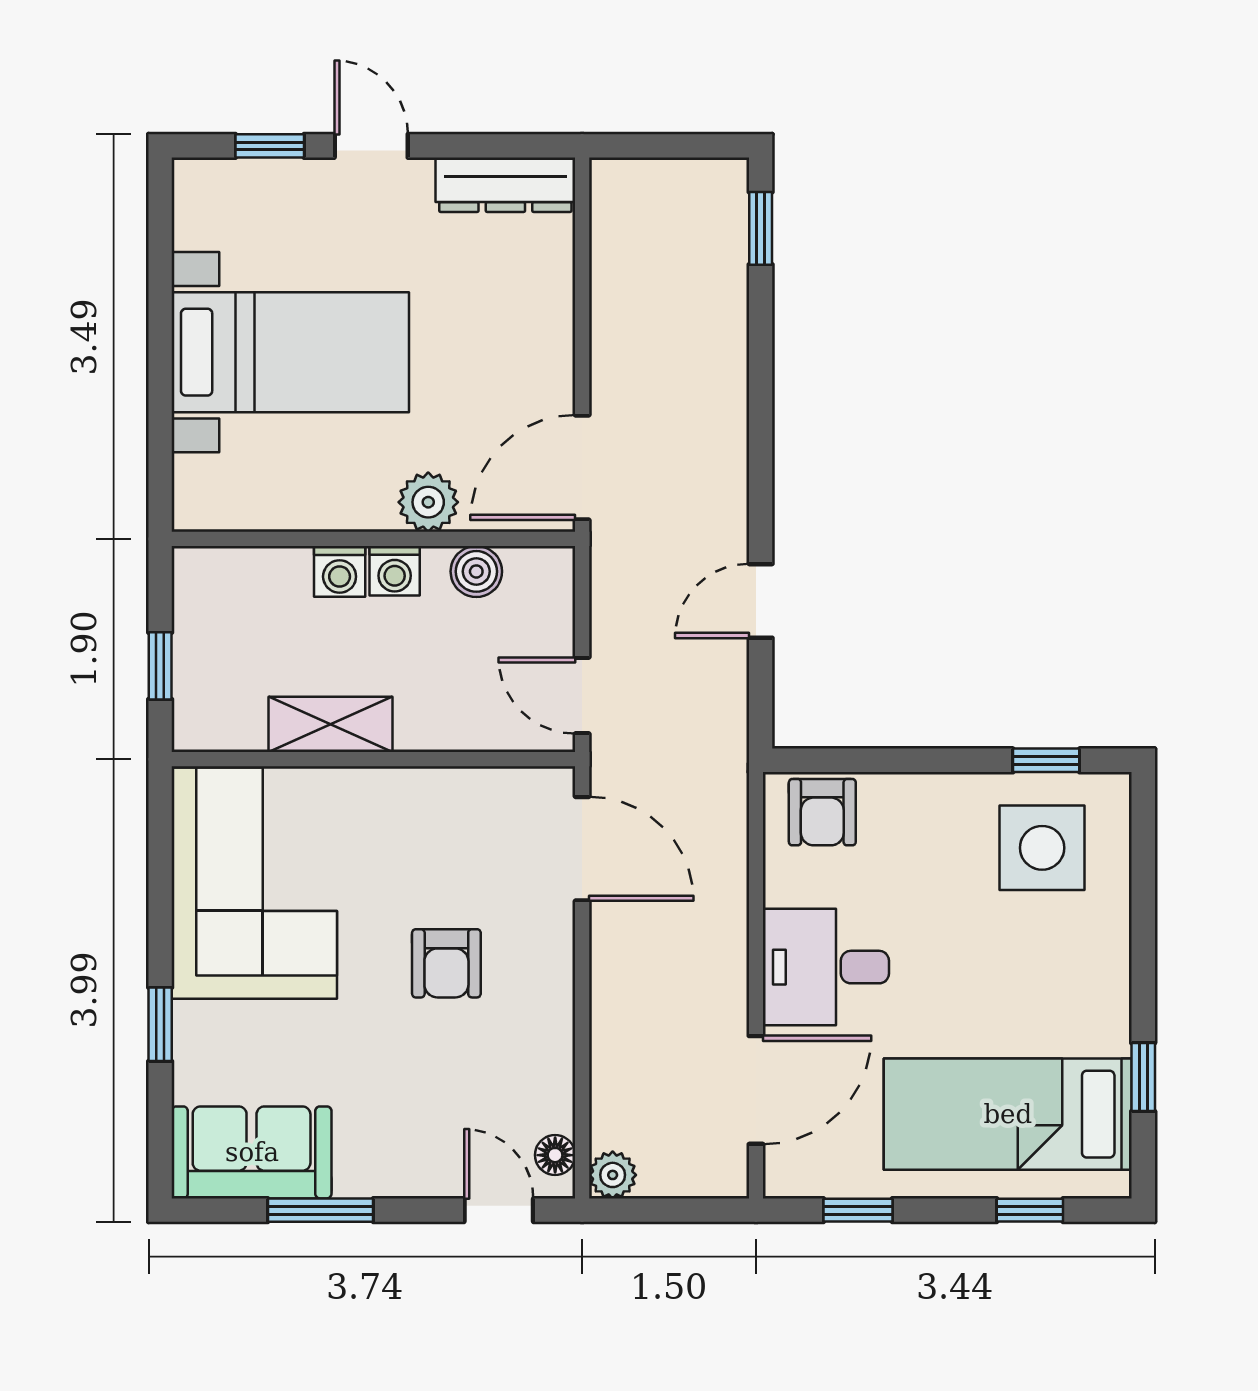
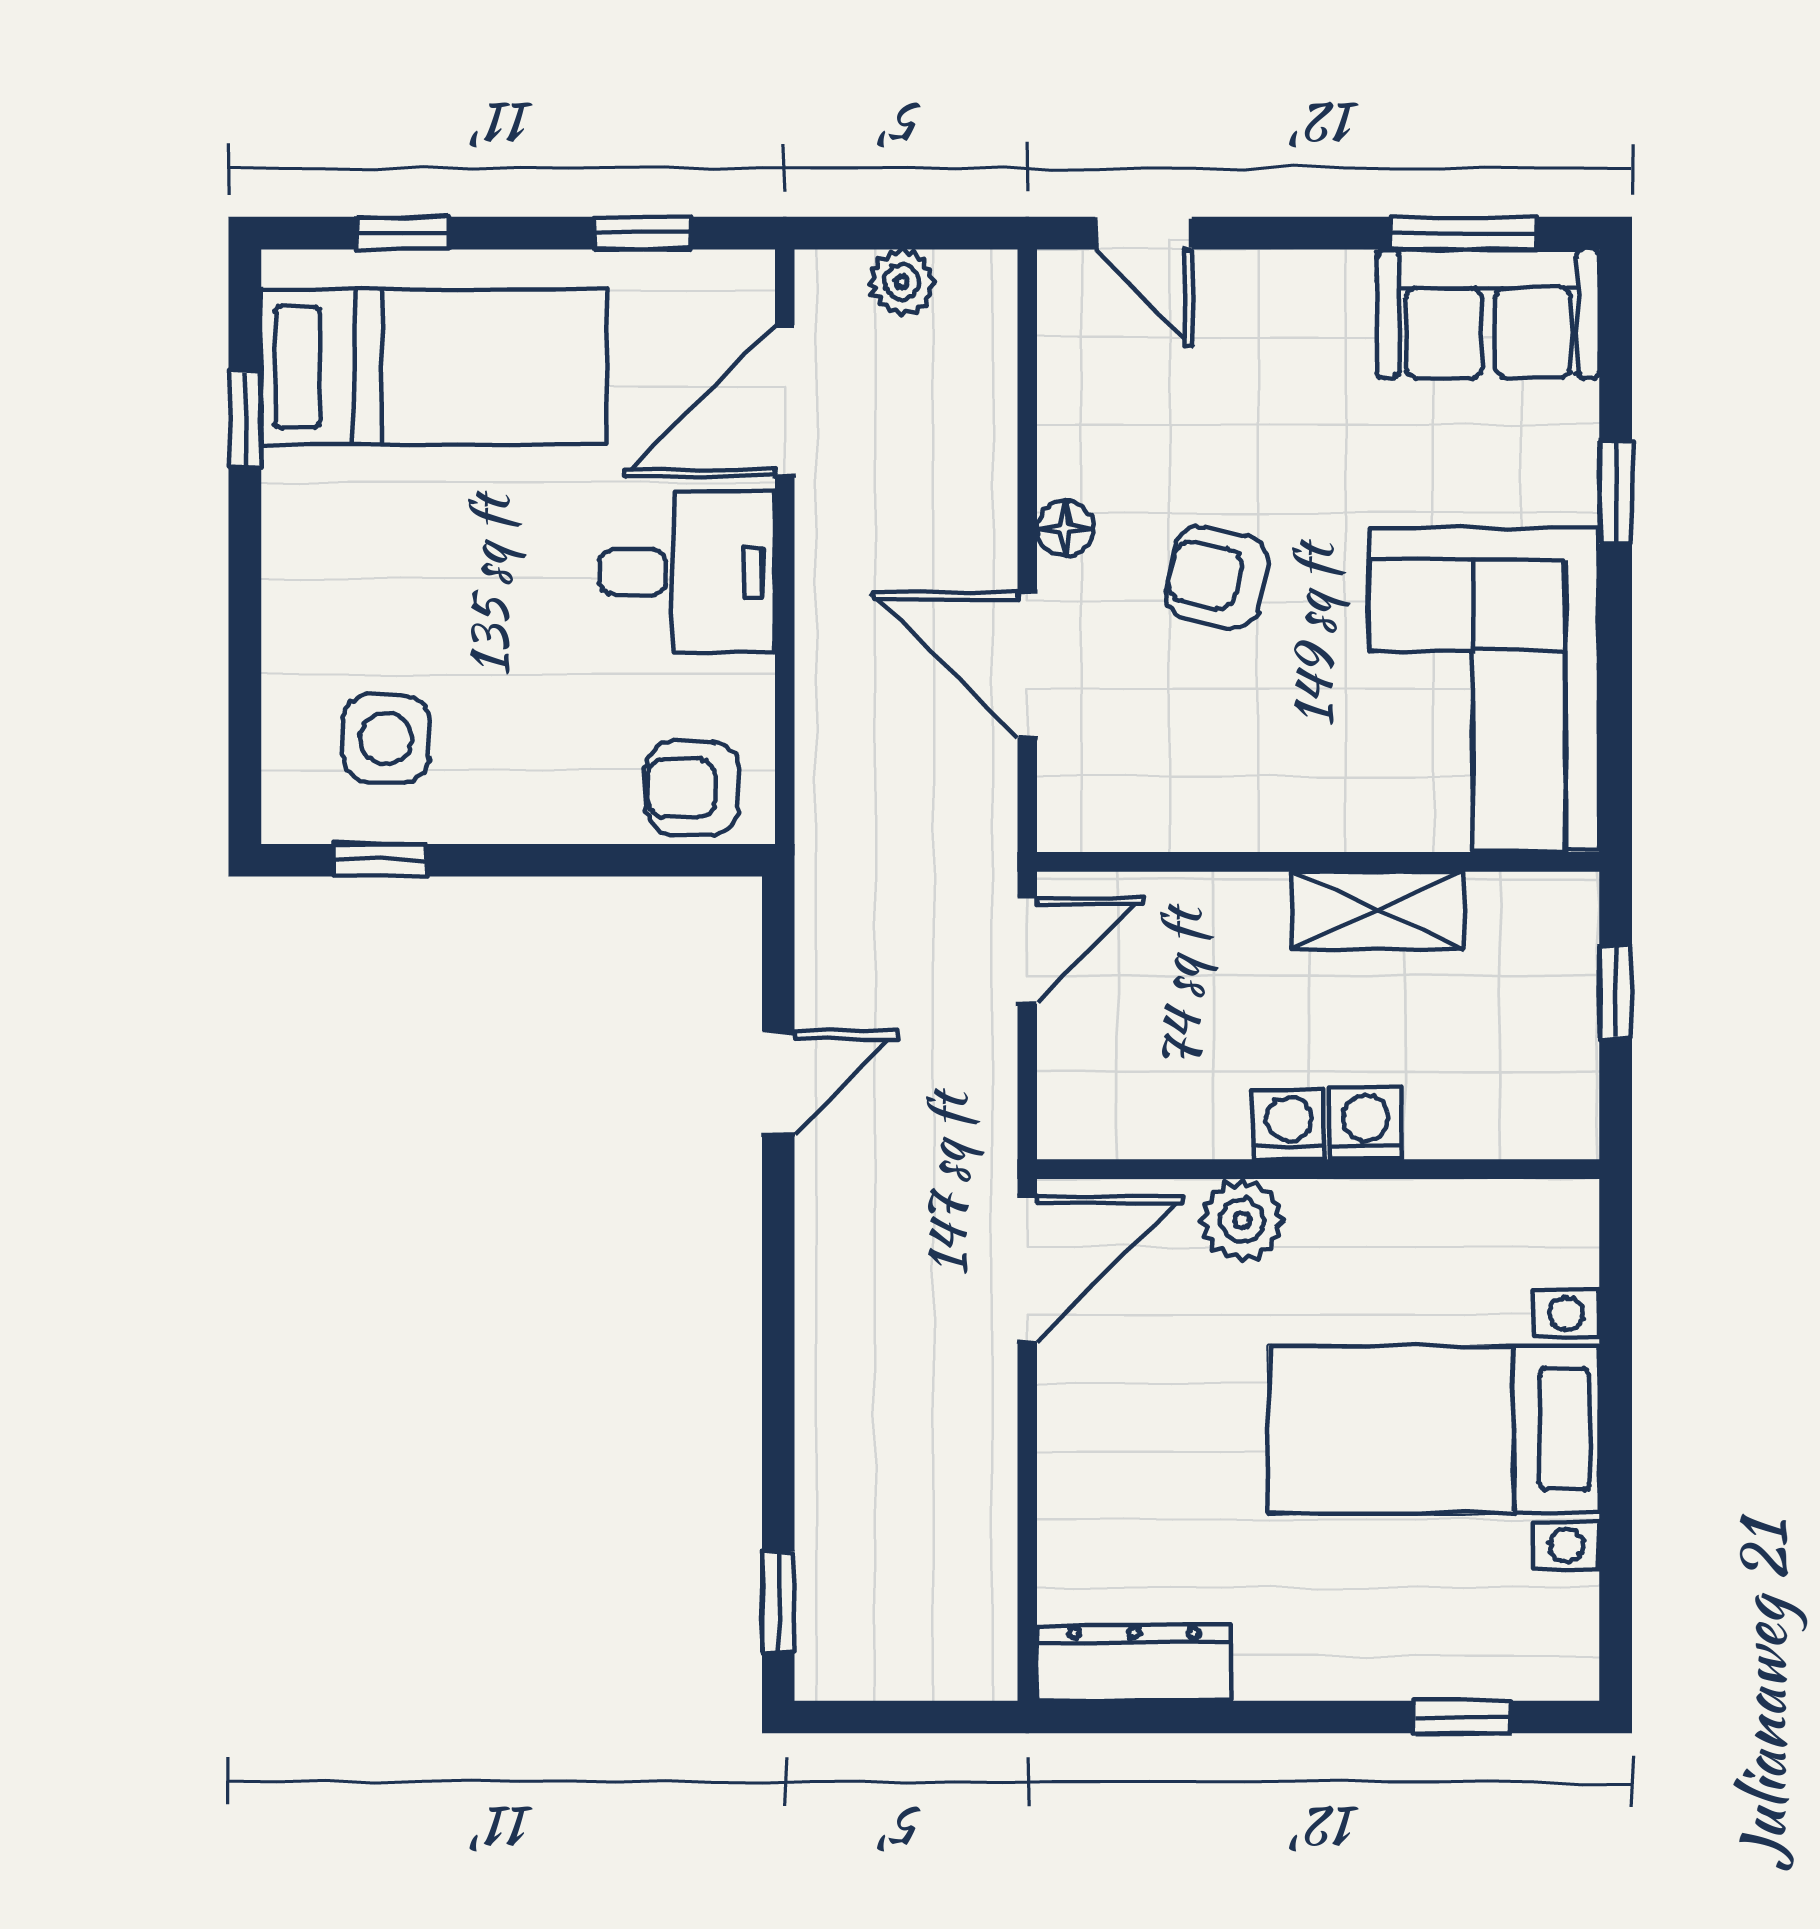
door: (371, 146) -> (1321, 1717), removed
boiler: (476, 571) -> (1175, 1124), removed
door: (582, 696) -> (1027, 951), hinge flipped
armchair: (822, 812) -> (692, 788), turned -90
side table: (1042, 848) -> (386, 738), width x0.73, depth x0.73
door: (582, 849) -> (1027, 665), moved
armchair: (446, 963) -> (1216, 577), turned -79
floor lamp: (555, 1155) -> (1065, 529), moved
plant: (613, 1175) -> (902, 282), moved
window: (320, 1210) -> (1464, 233), moved

